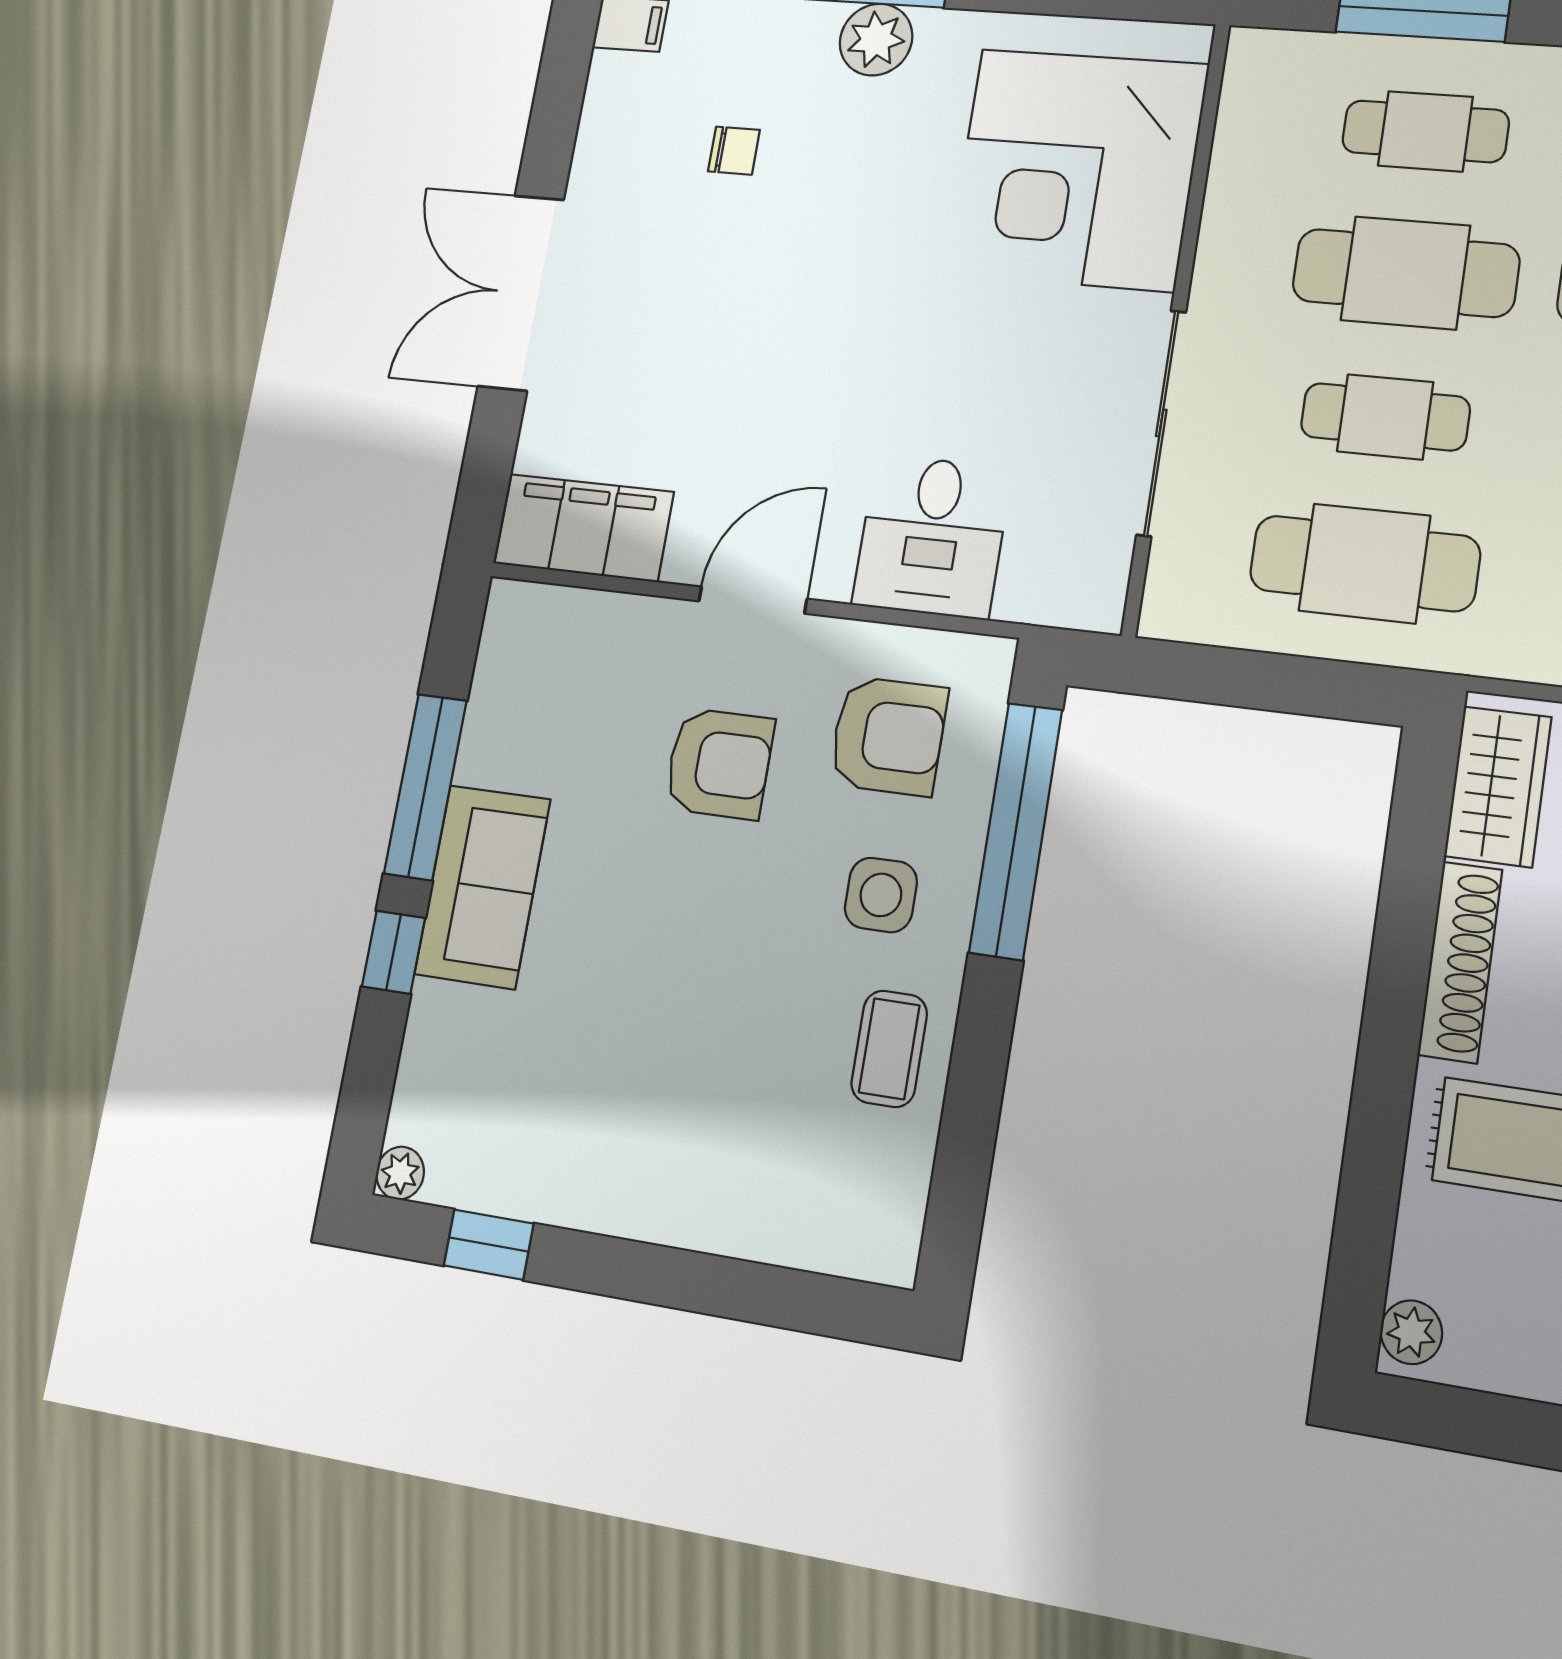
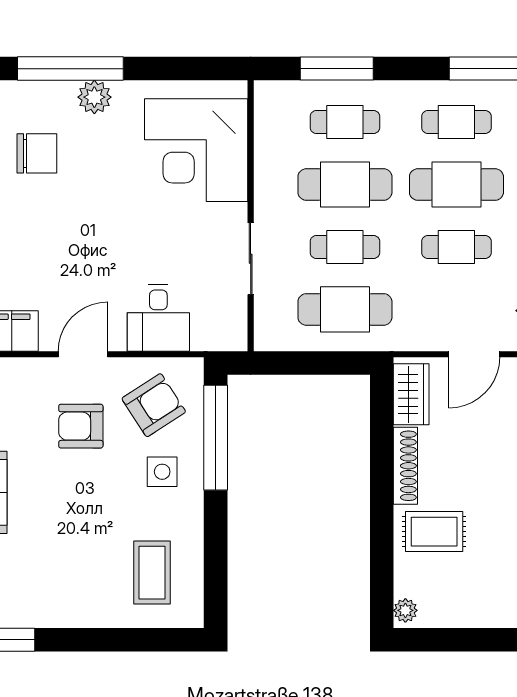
chair: (734, 151) -> (37, 153), width x1.87, depth x1.87
sliding door: (1161, 423) -> (251, 259), width x0.73
armchair: (888, 736) -> (154, 405), turned -33
armchair: (719, 764) -> (81, 426), turned 180
coffee table: (889, 1049) -> (152, 573), moved, width x1.36, depth x1.30

